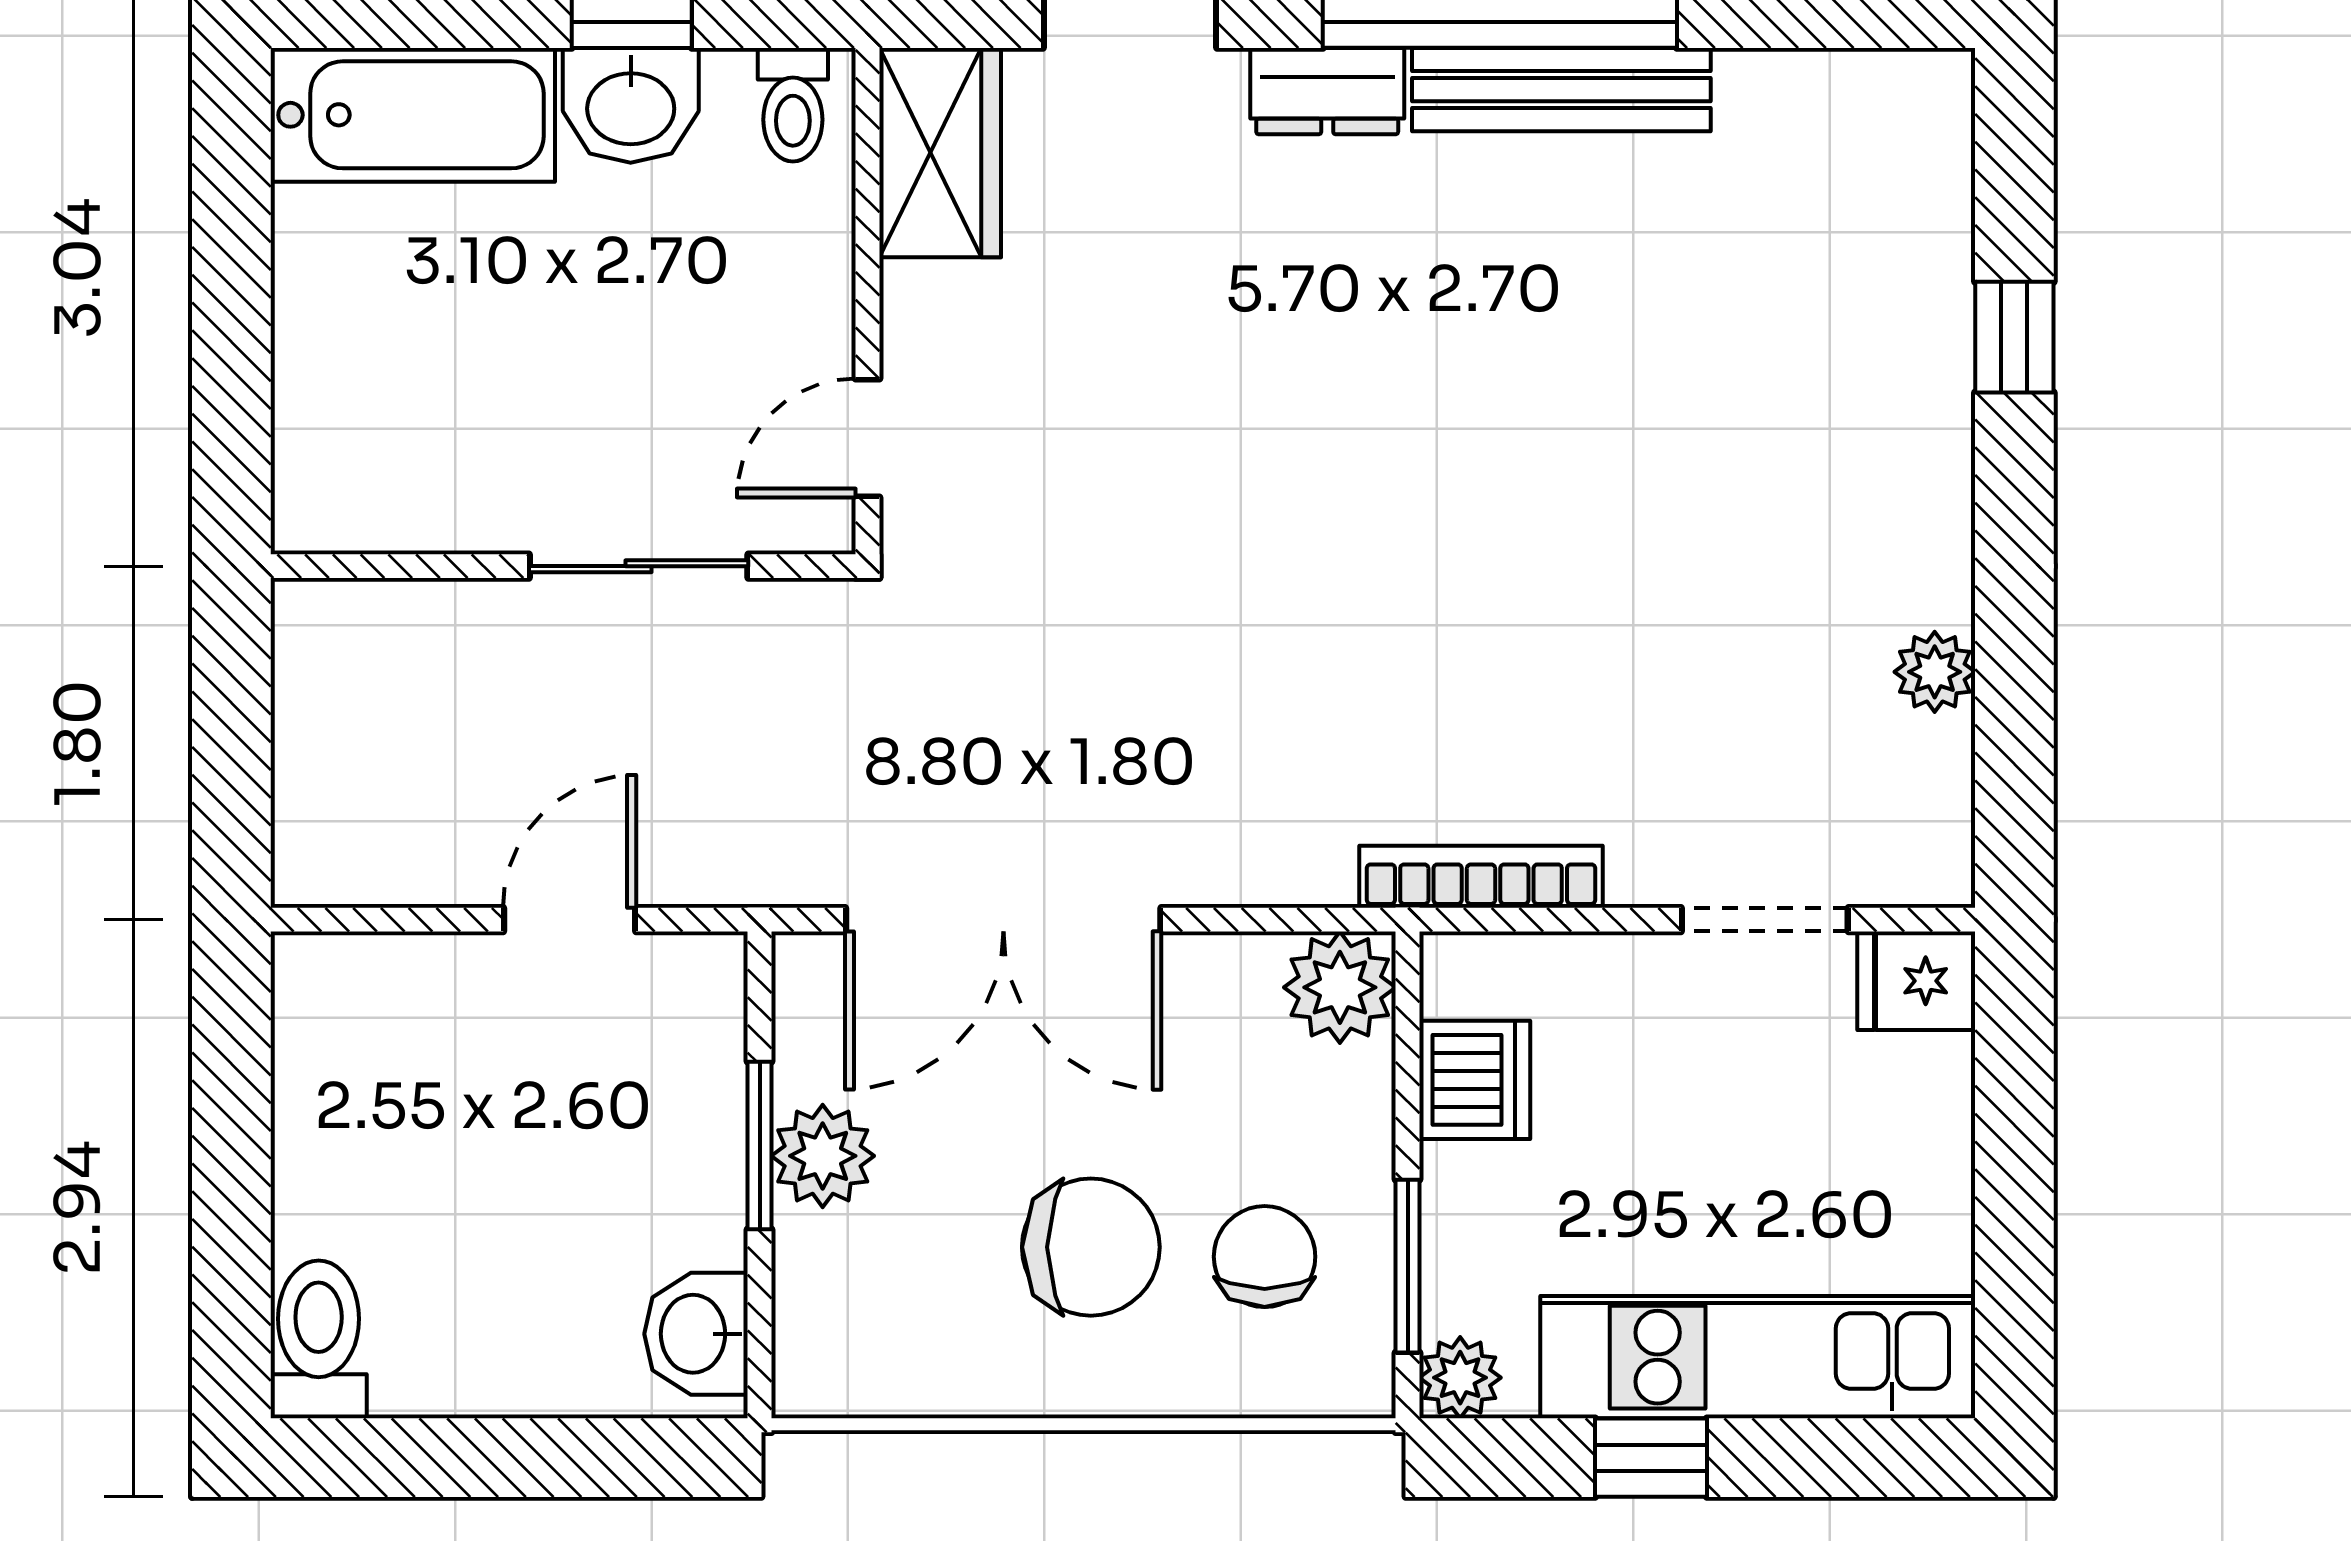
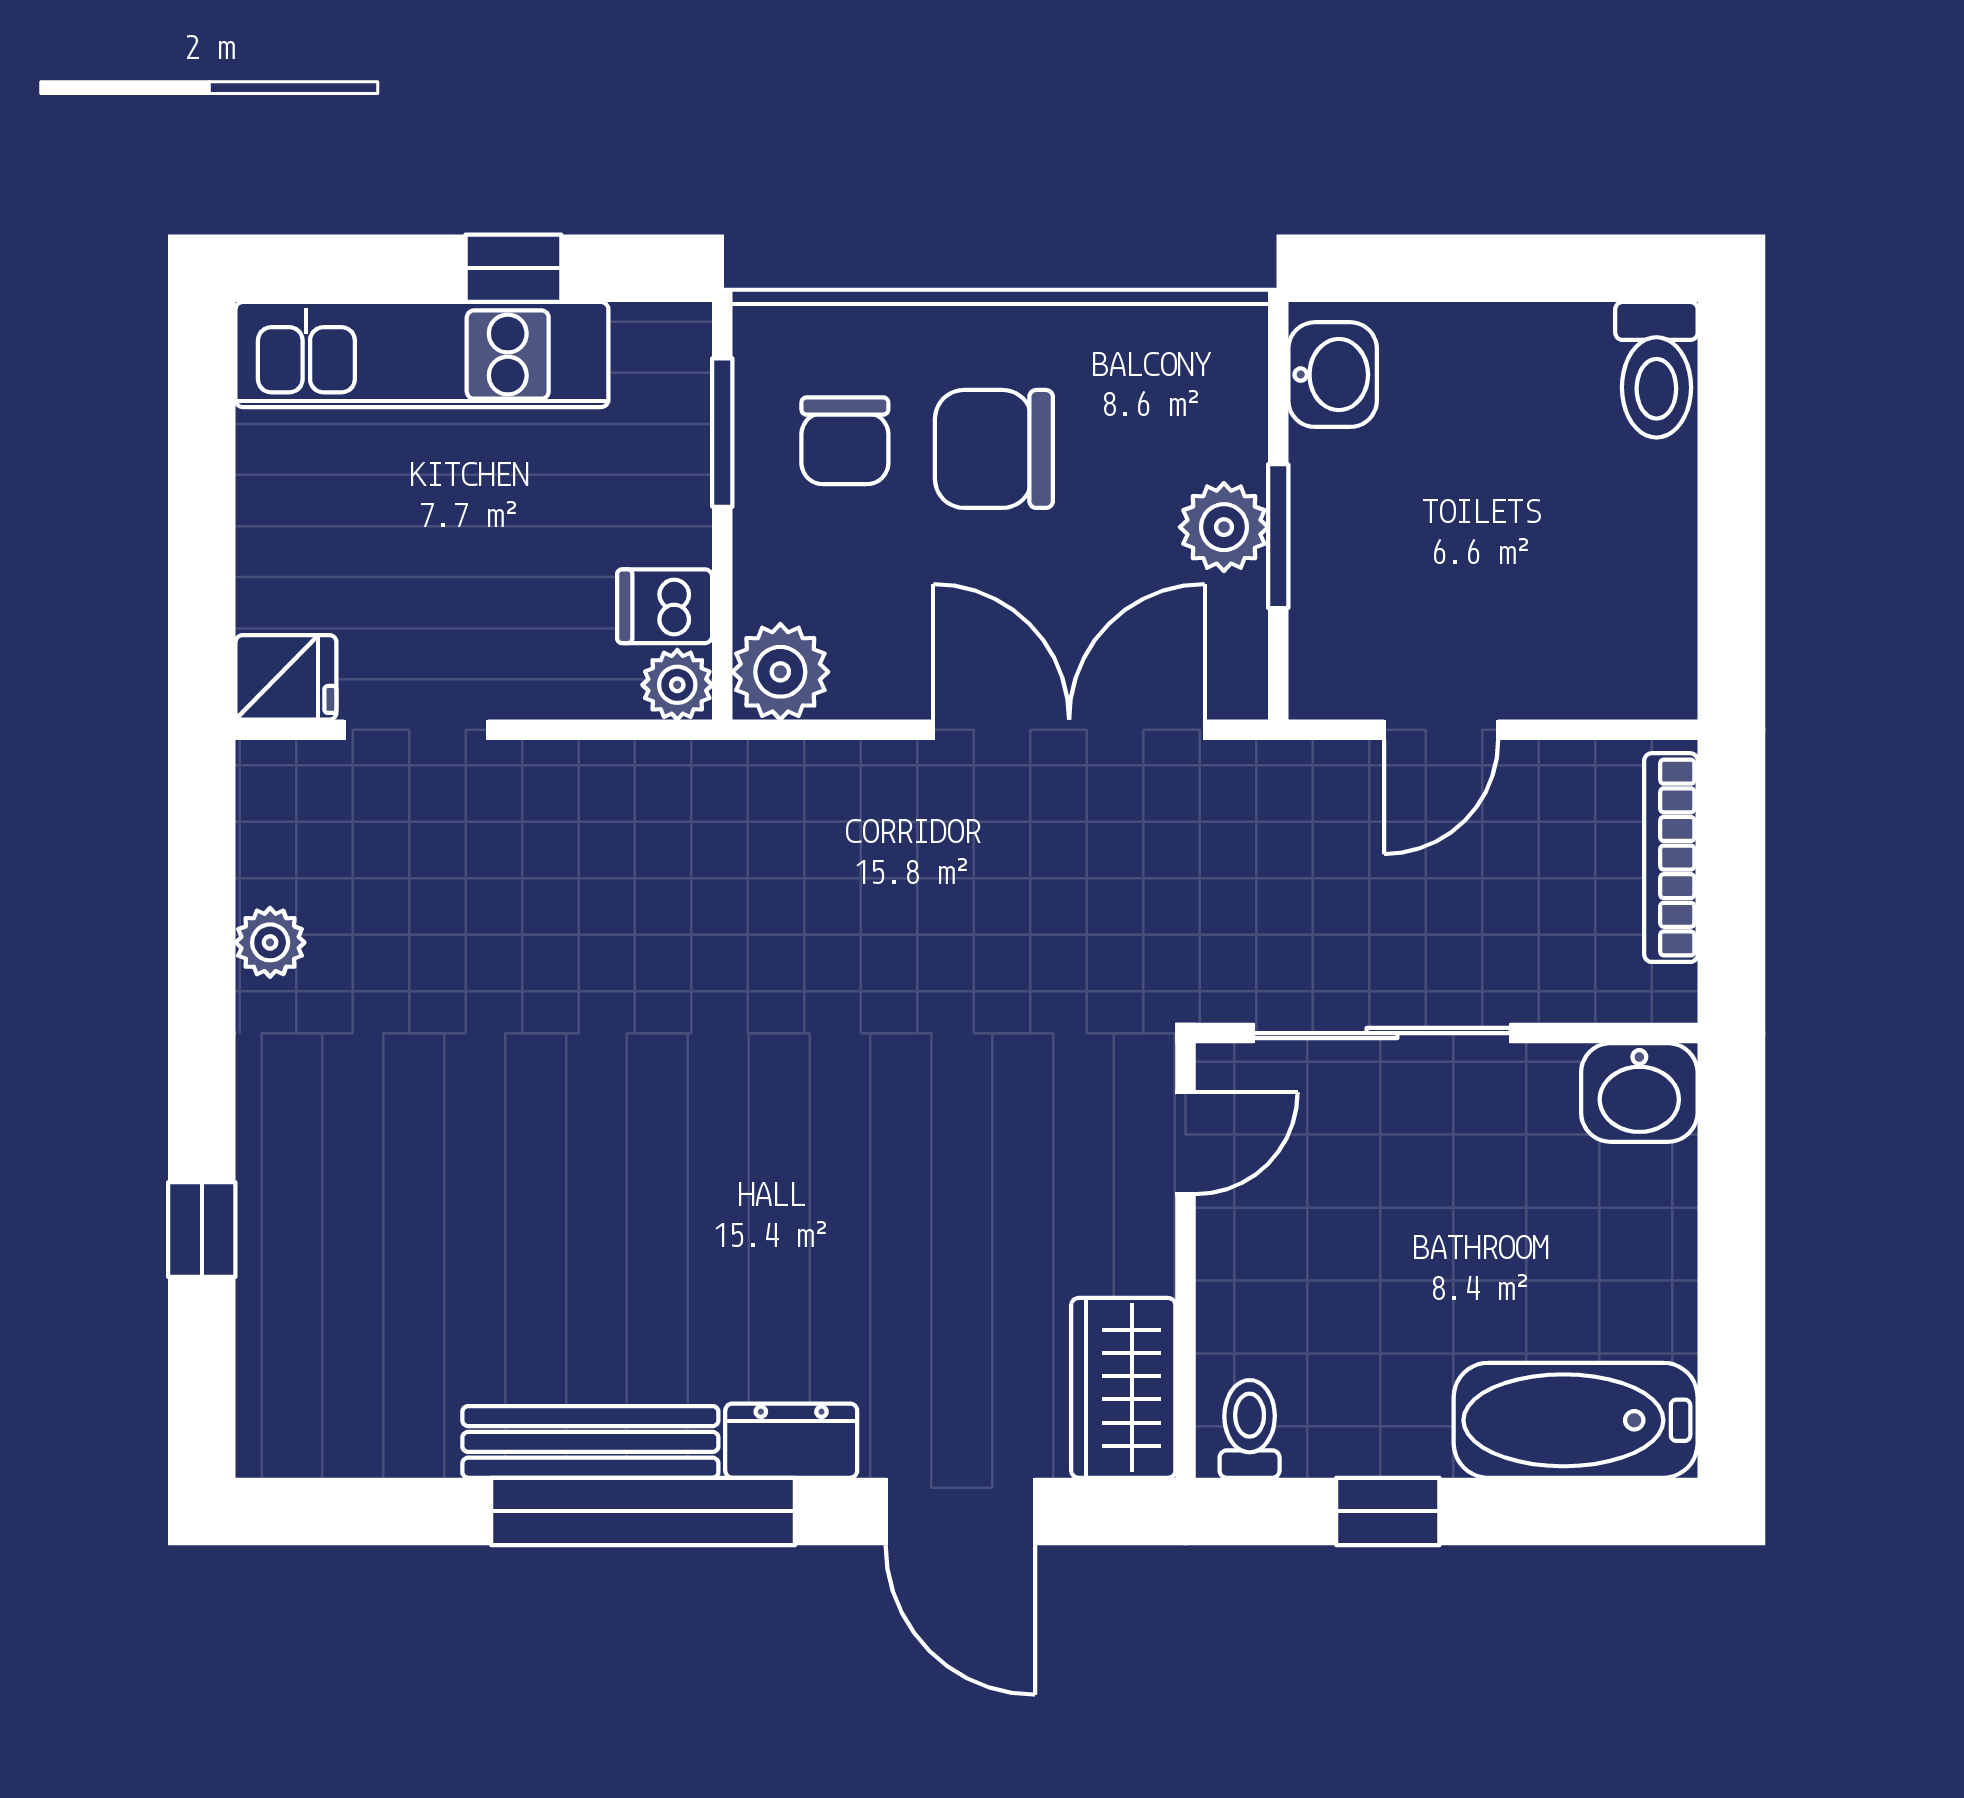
washbasin: (631, 105) -> (1639, 1092), moved, turned 180
sliding door: (639, 566) -> (1382, 1033), width x1.37
bookcase: (1481, 877) -> (1671, 858), moved, turned 90
dishwasher: (1475, 1080) -> (665, 606), width x0.73
plant: (1460, 1378) -> (677, 685), moved

